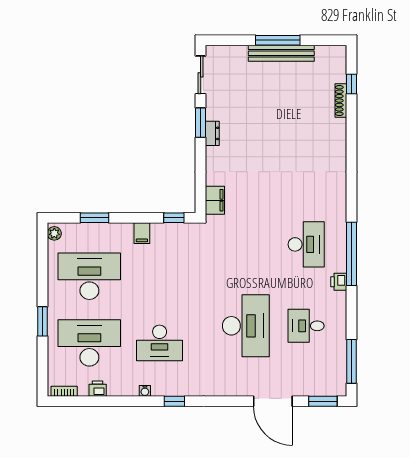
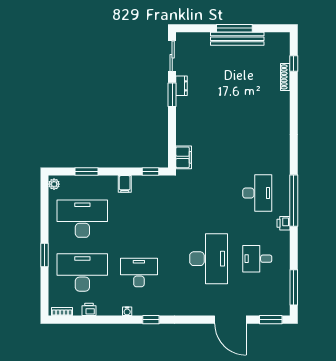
dresser: (212, 133) -> (182, 86), moved
desk: (160, 343) -> (139, 272), turned 180

